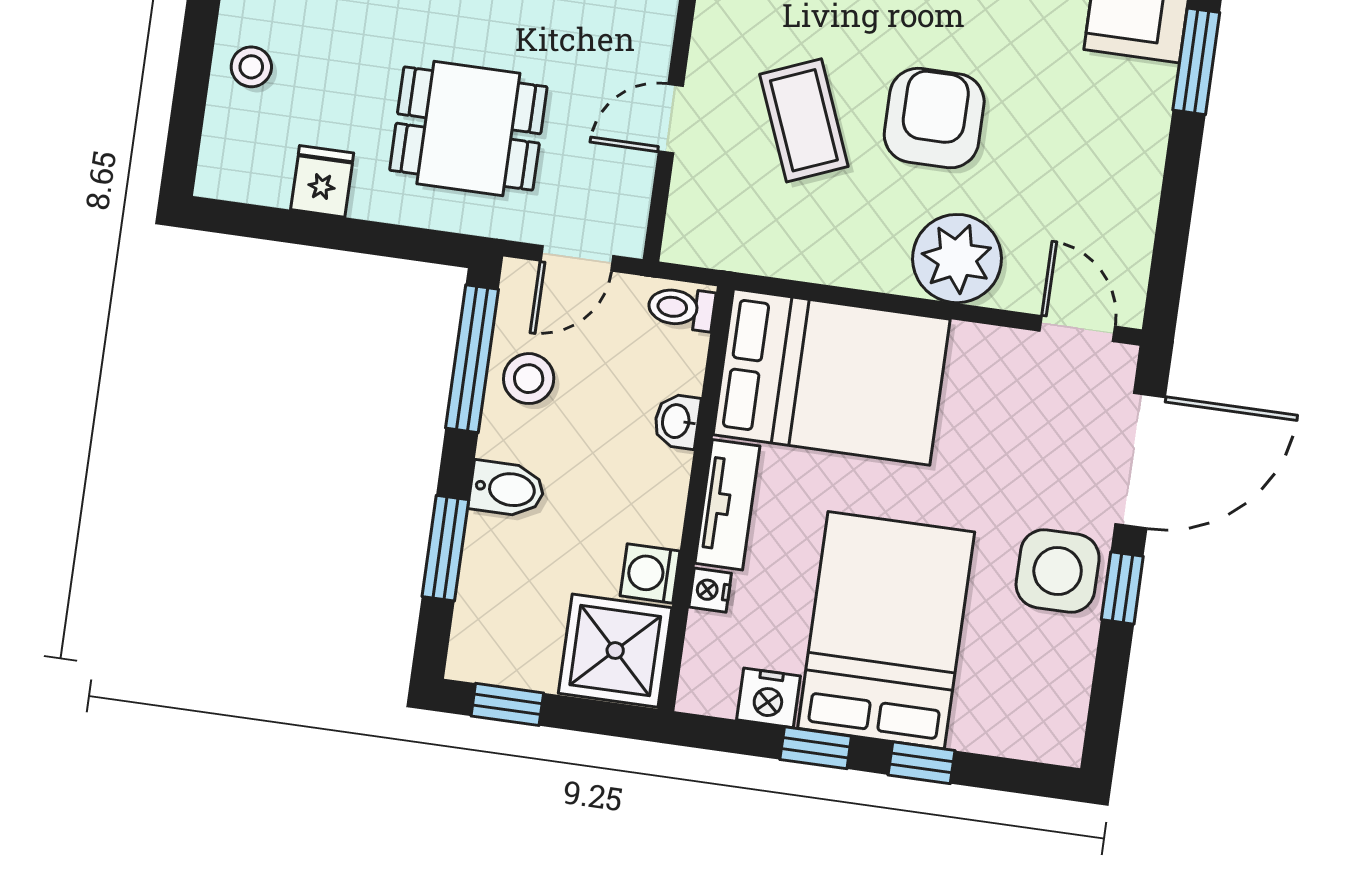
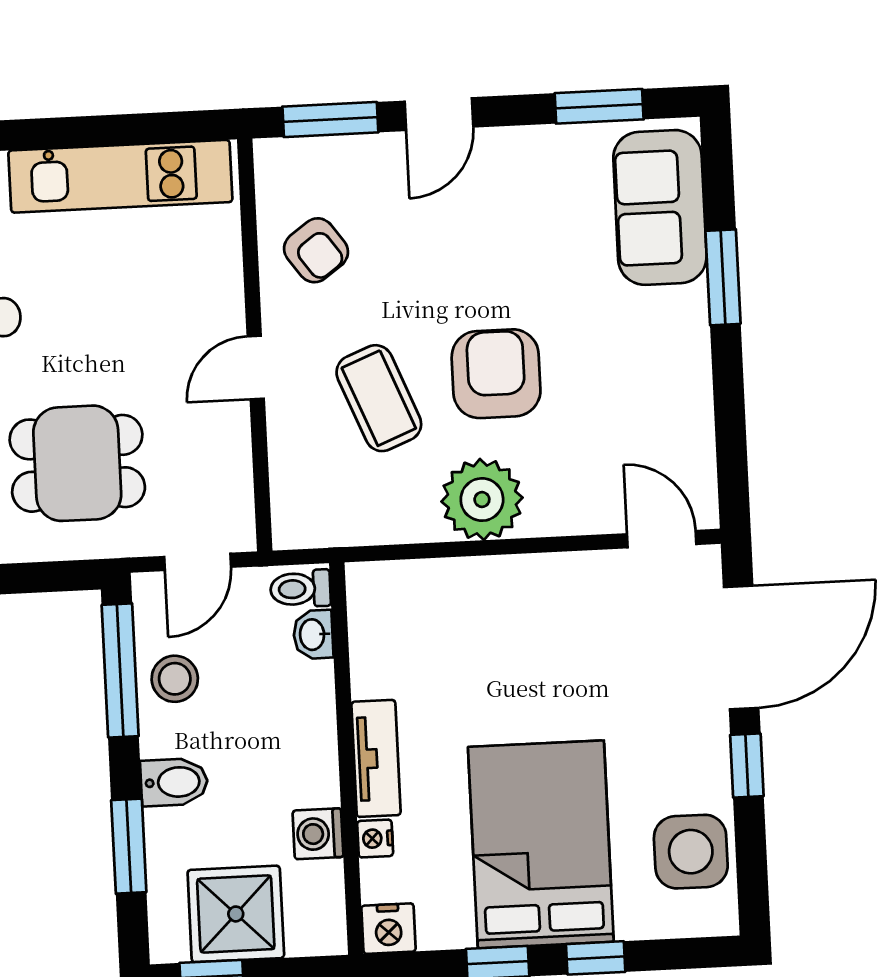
door: (671, 119) -> (256, 367), moved
plant: (957, 259) -> (482, 500), moved
bed: (832, 377) -> (448, 625), removed
washbasin: (677, 421) -> (313, 635), moved
side table: (1058, 571) -> (691, 852), moved
shower: (615, 651) -> (236, 914), moved
nightstand: (769, 698) -> (389, 929), moved

